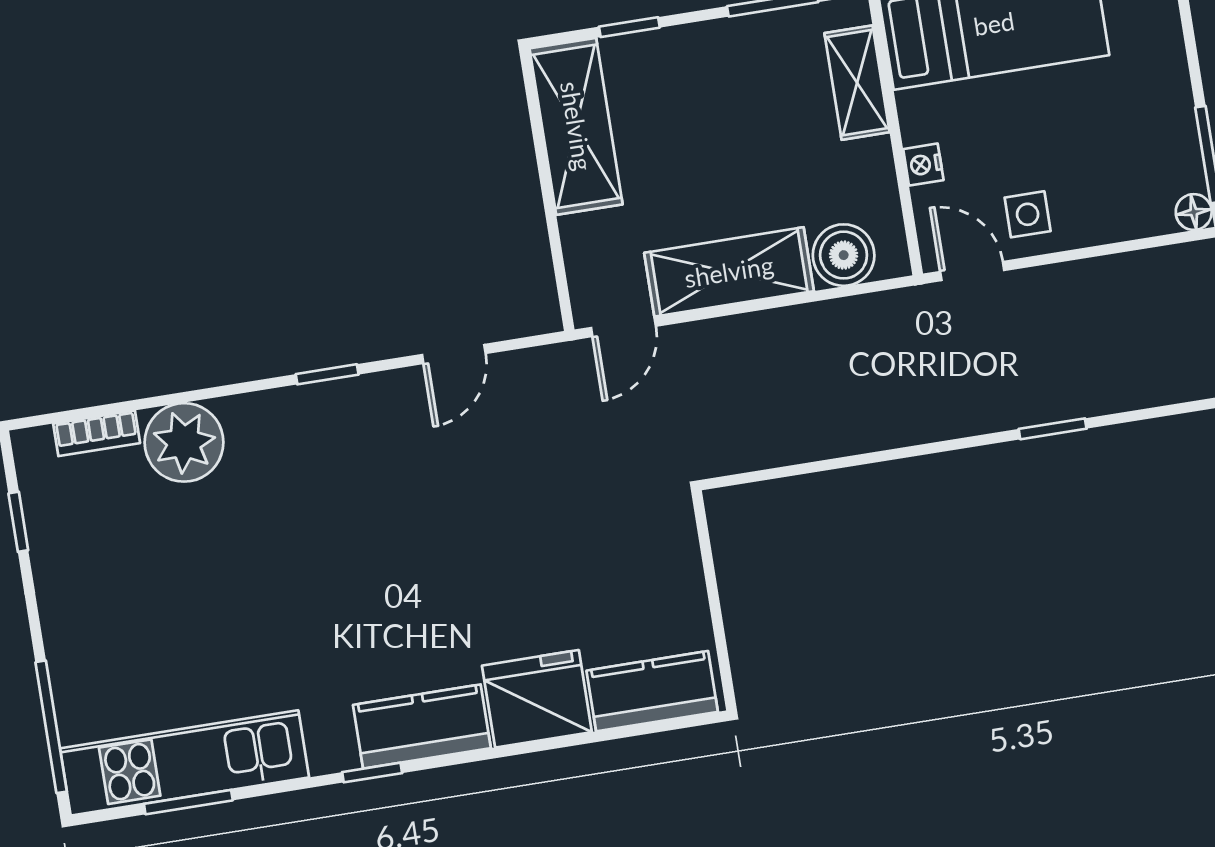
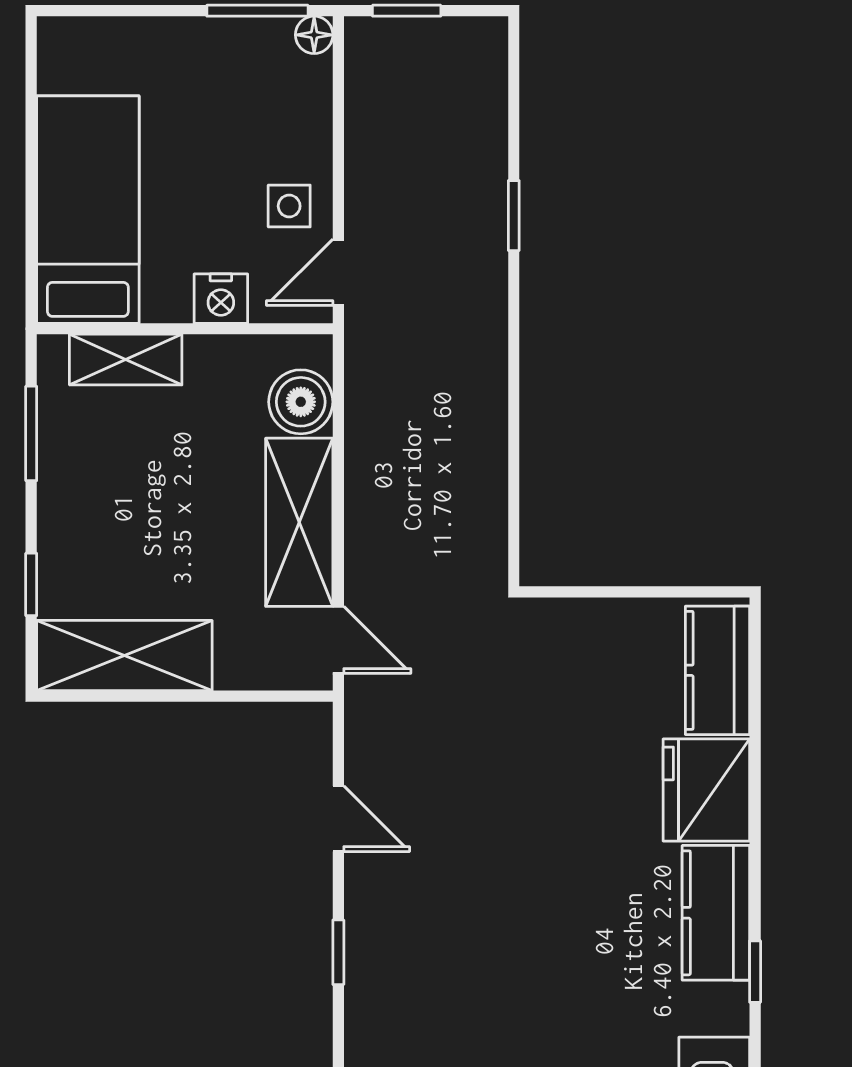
nightstand: (923, 165) -> (221, 299), width x1.39, depth x1.35

